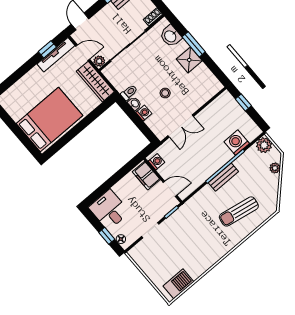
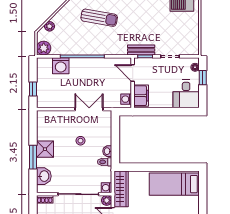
washing machine: (144, 113) -> (107, 188), moved
bed: (49, 120) -> (174, 184), width x0.67
bench: (223, 177) -> (141, 50), moved

